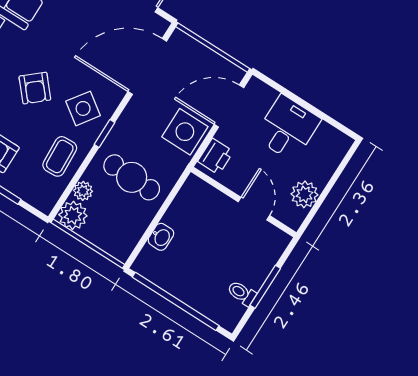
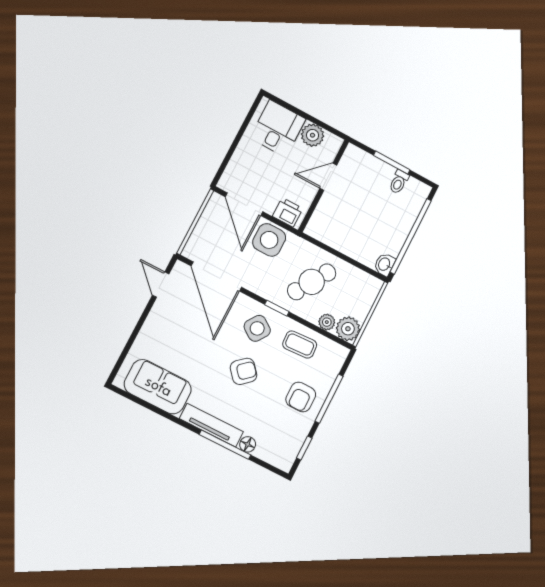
desk: (288, 128) -> (278, 128), moved, turned 90
cafe table: (132, 177) -> (312, 282), turned 30
washbasin: (161, 237) -> (385, 264), moved, turned -90

